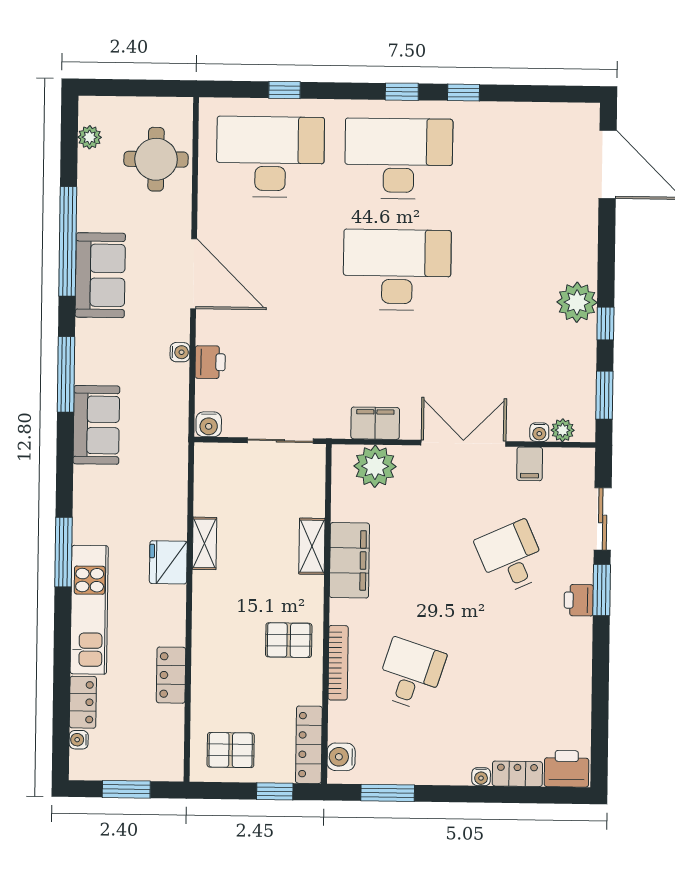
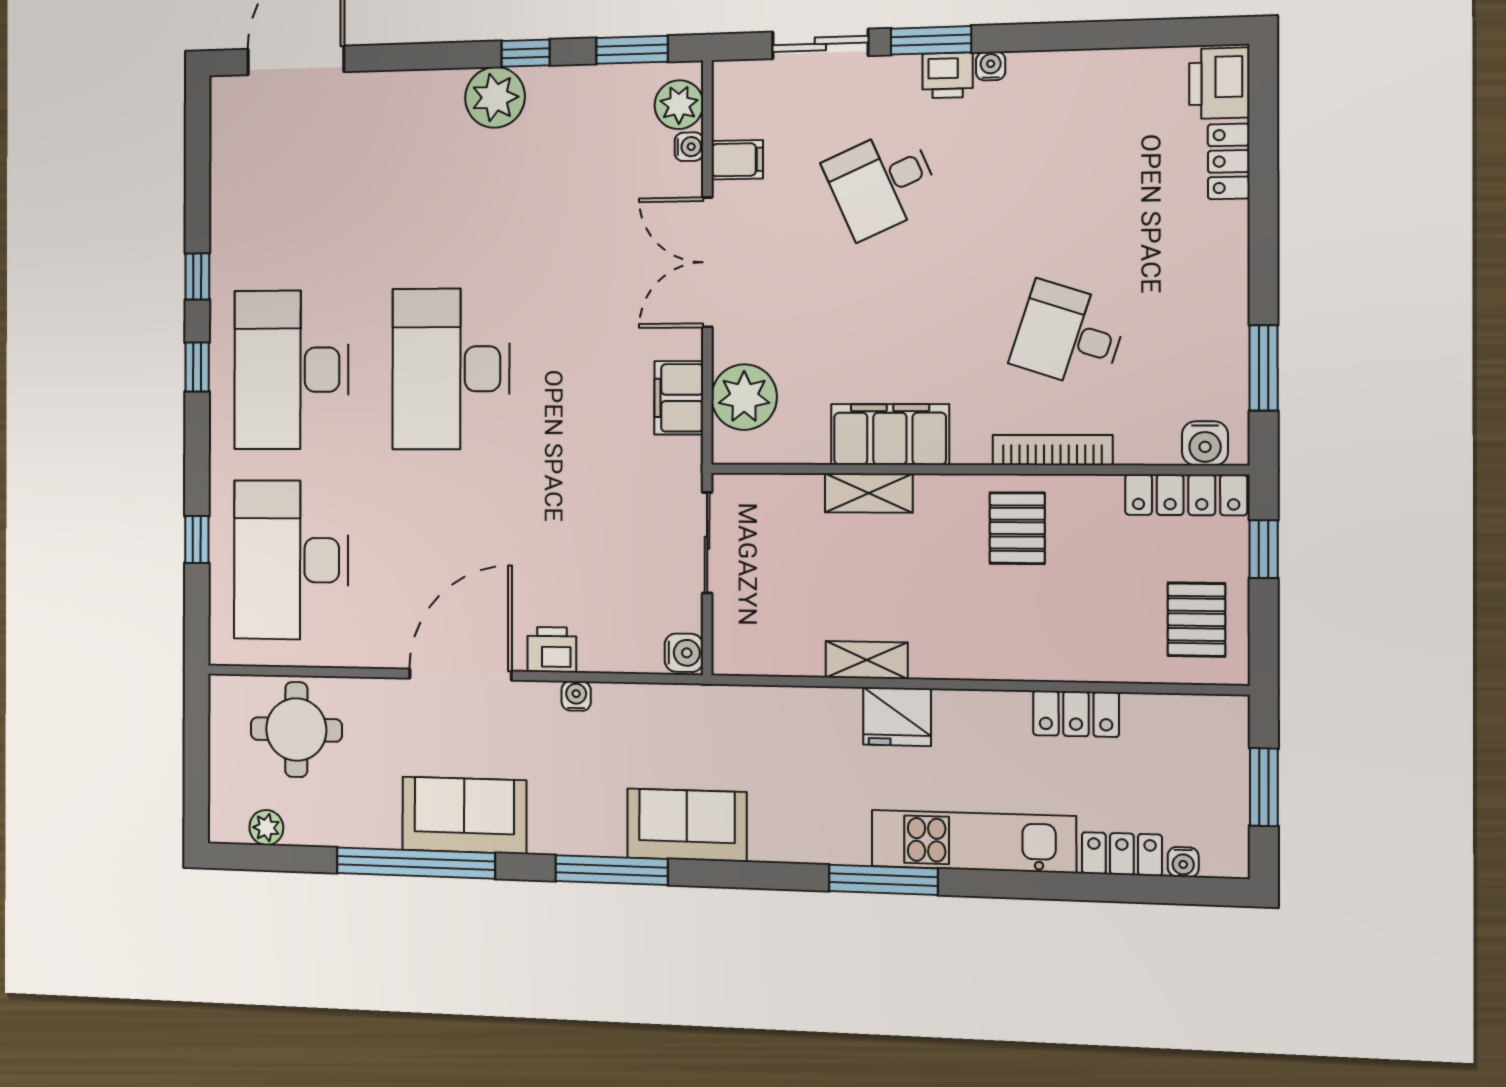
printer: (210, 362) -> (552, 650), moved
plant: (563, 430) -> (679, 105), width x1.38, depth x1.38
water cooler: (481, 777) -> (991, 66), moved, turned -90

